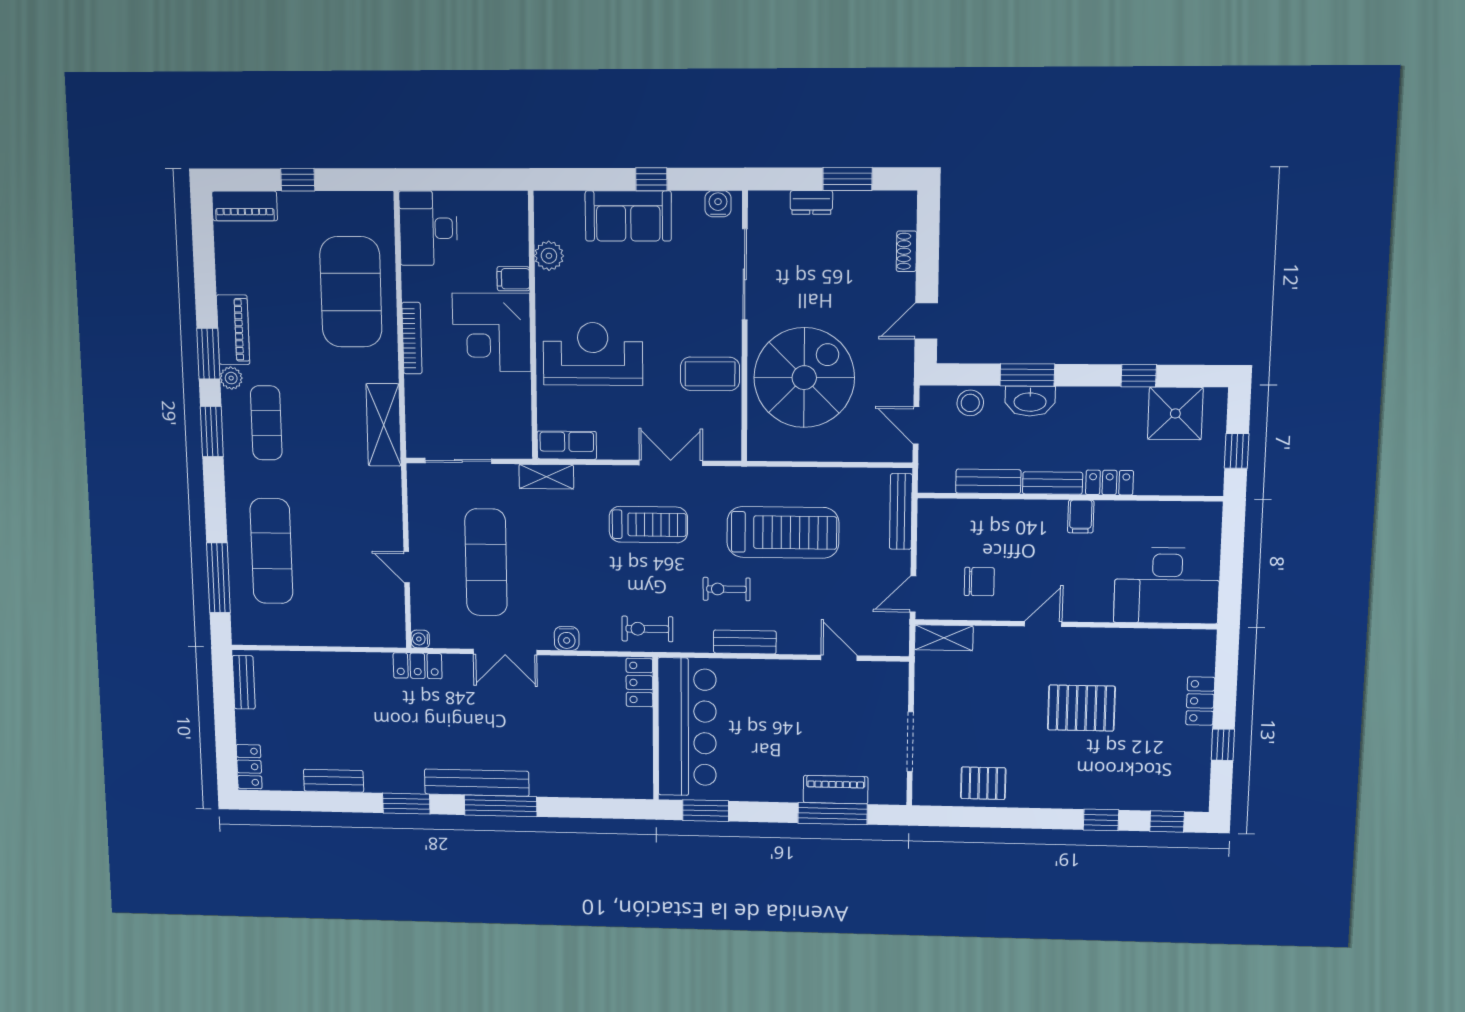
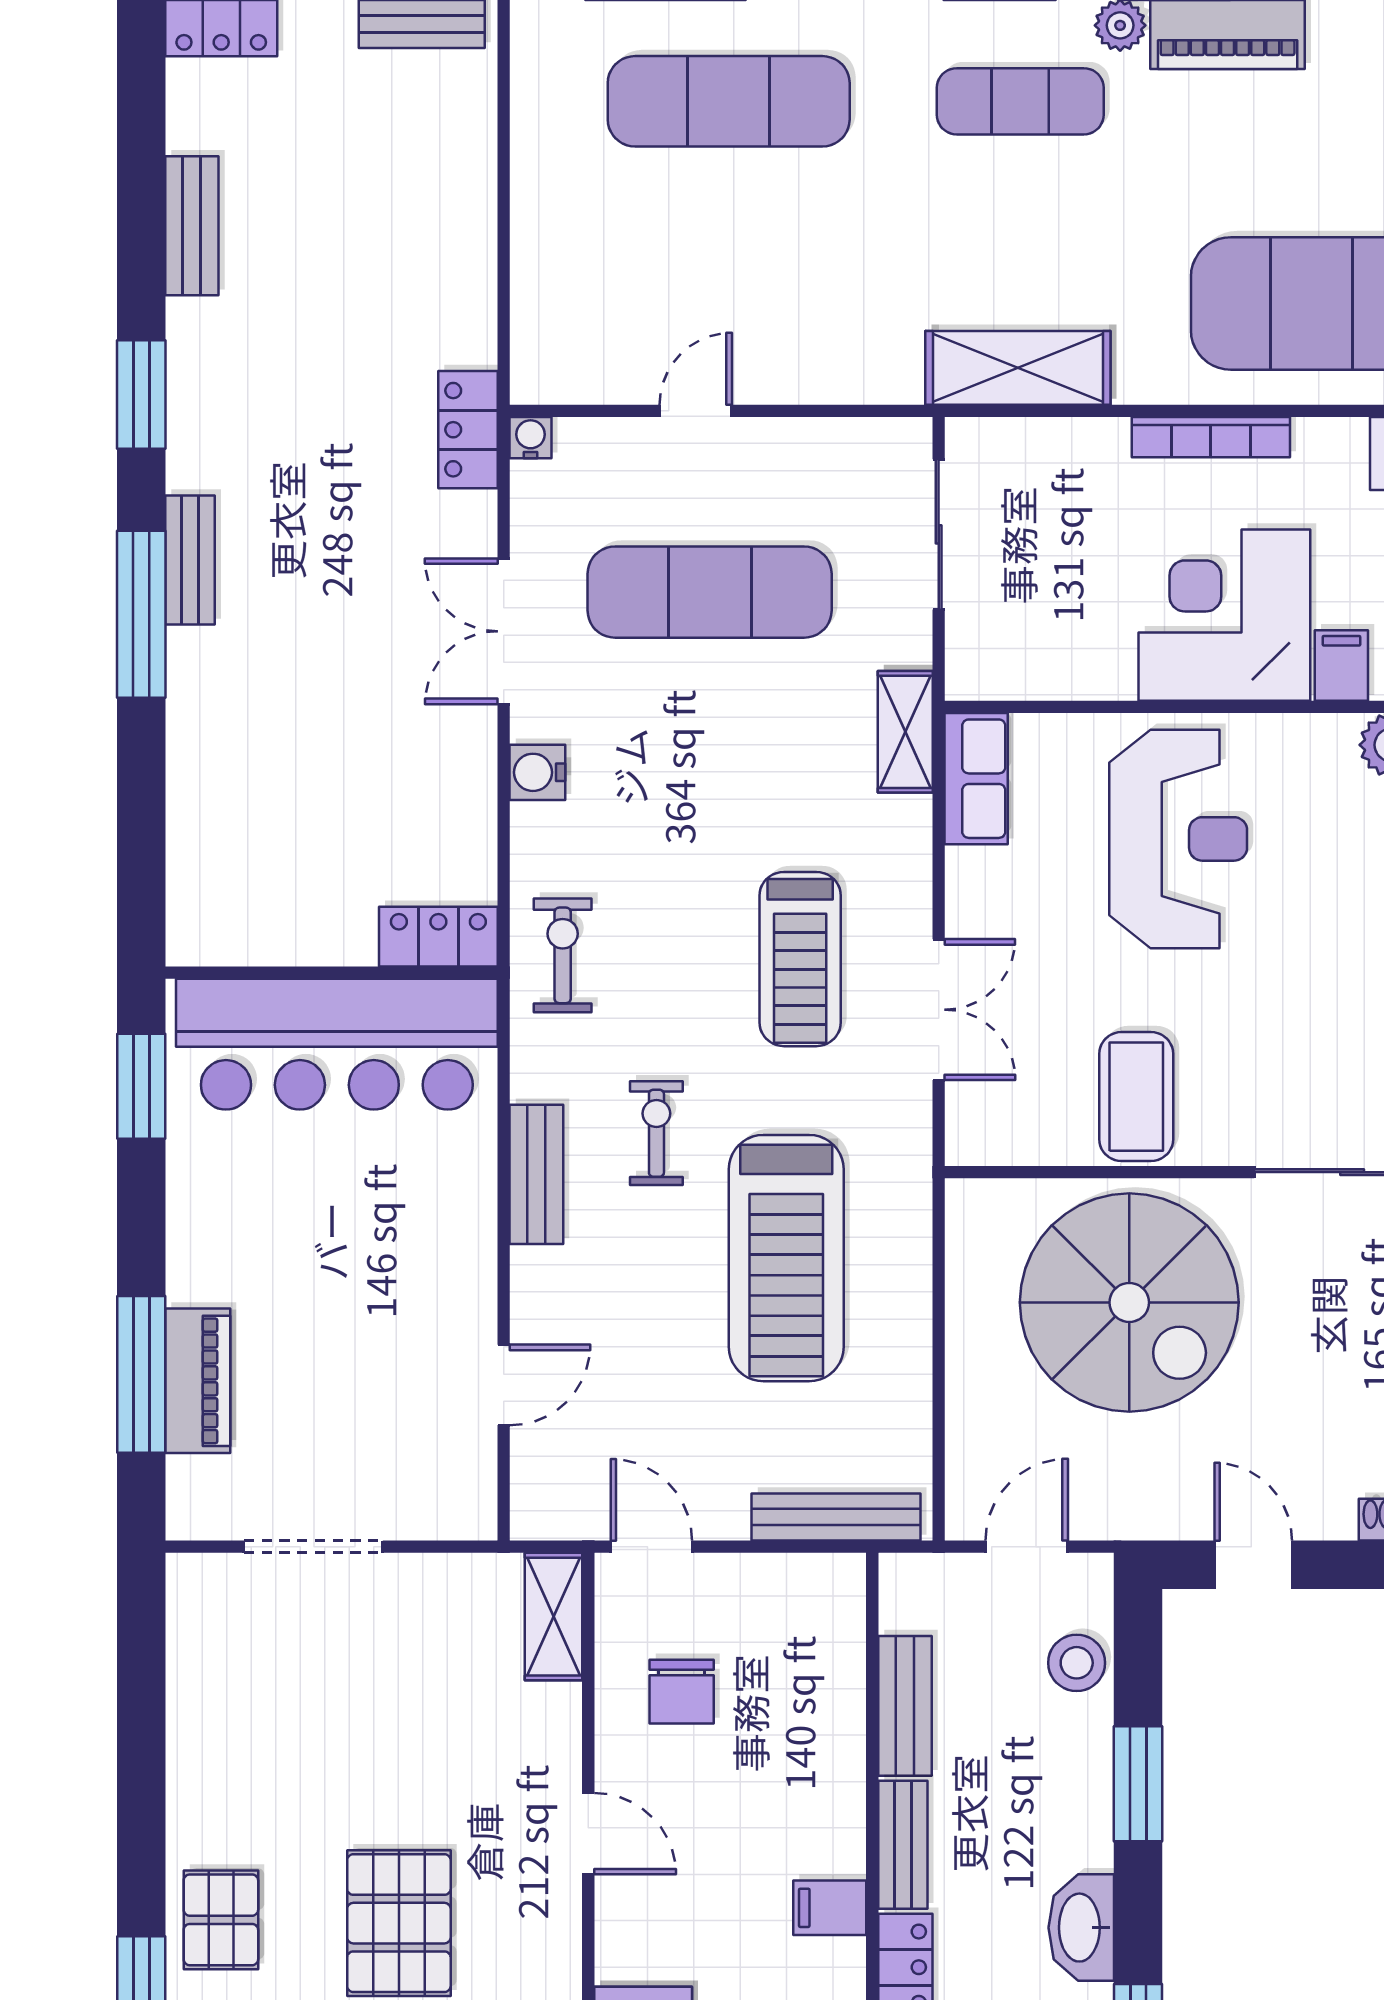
washbasin: (1030, 401) -> (1081, 1928), moved
bench: (477, 783) -> (190, 560), width x0.54, depth x0.82
pallet: (983, 783) -> (221, 1920), moved

